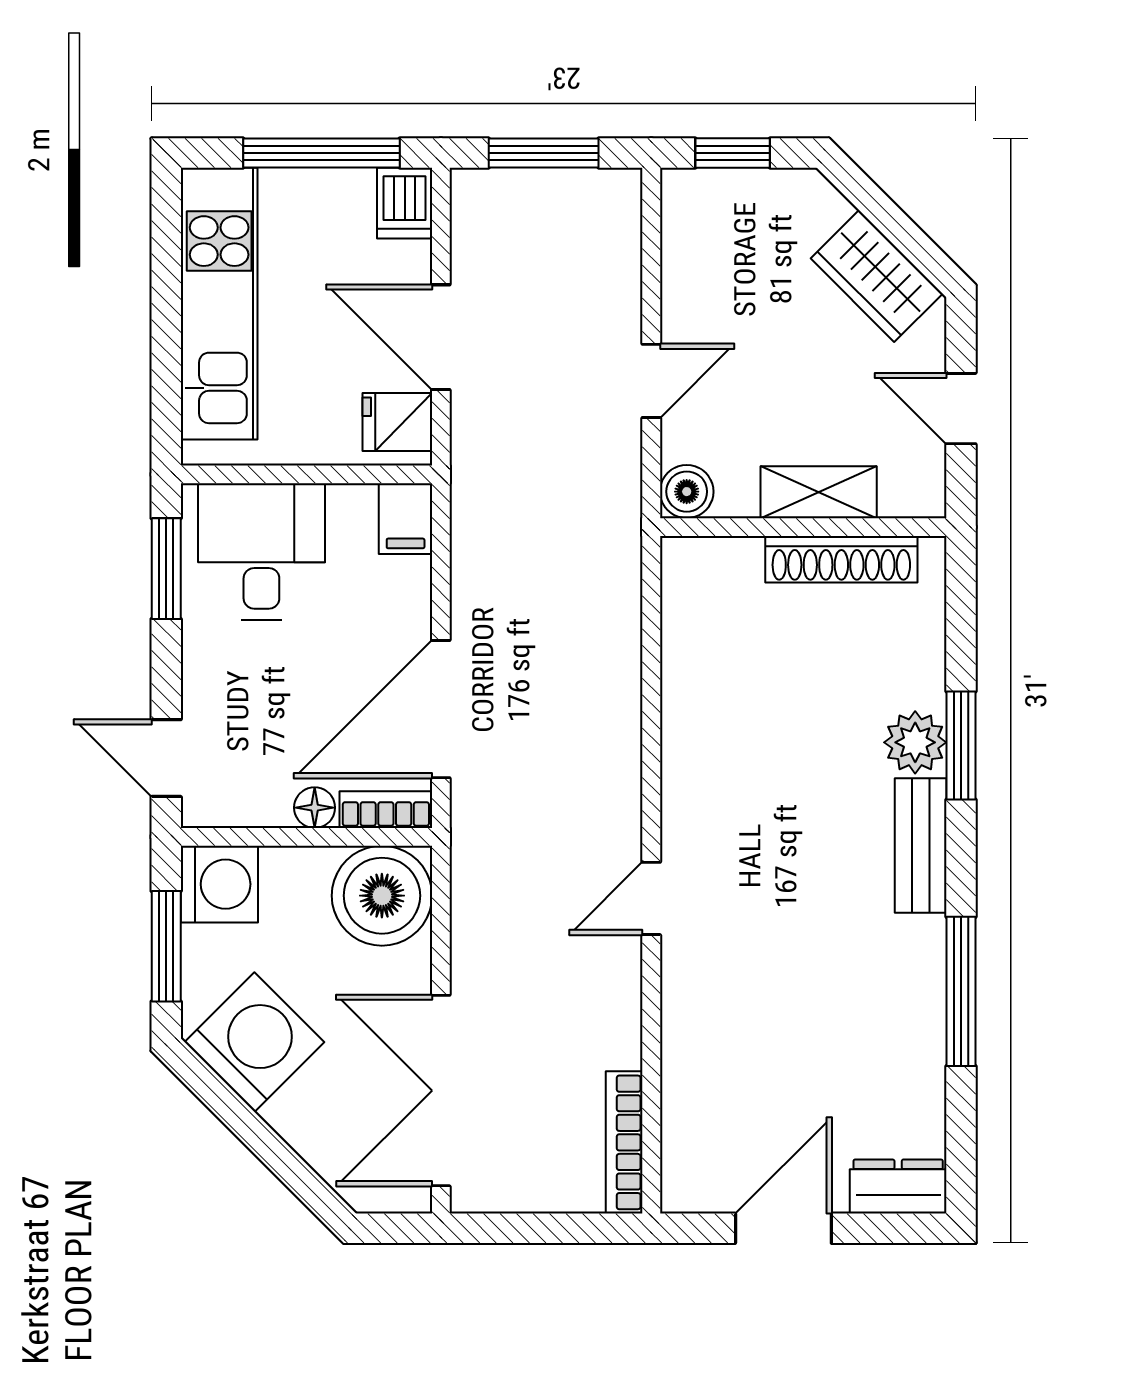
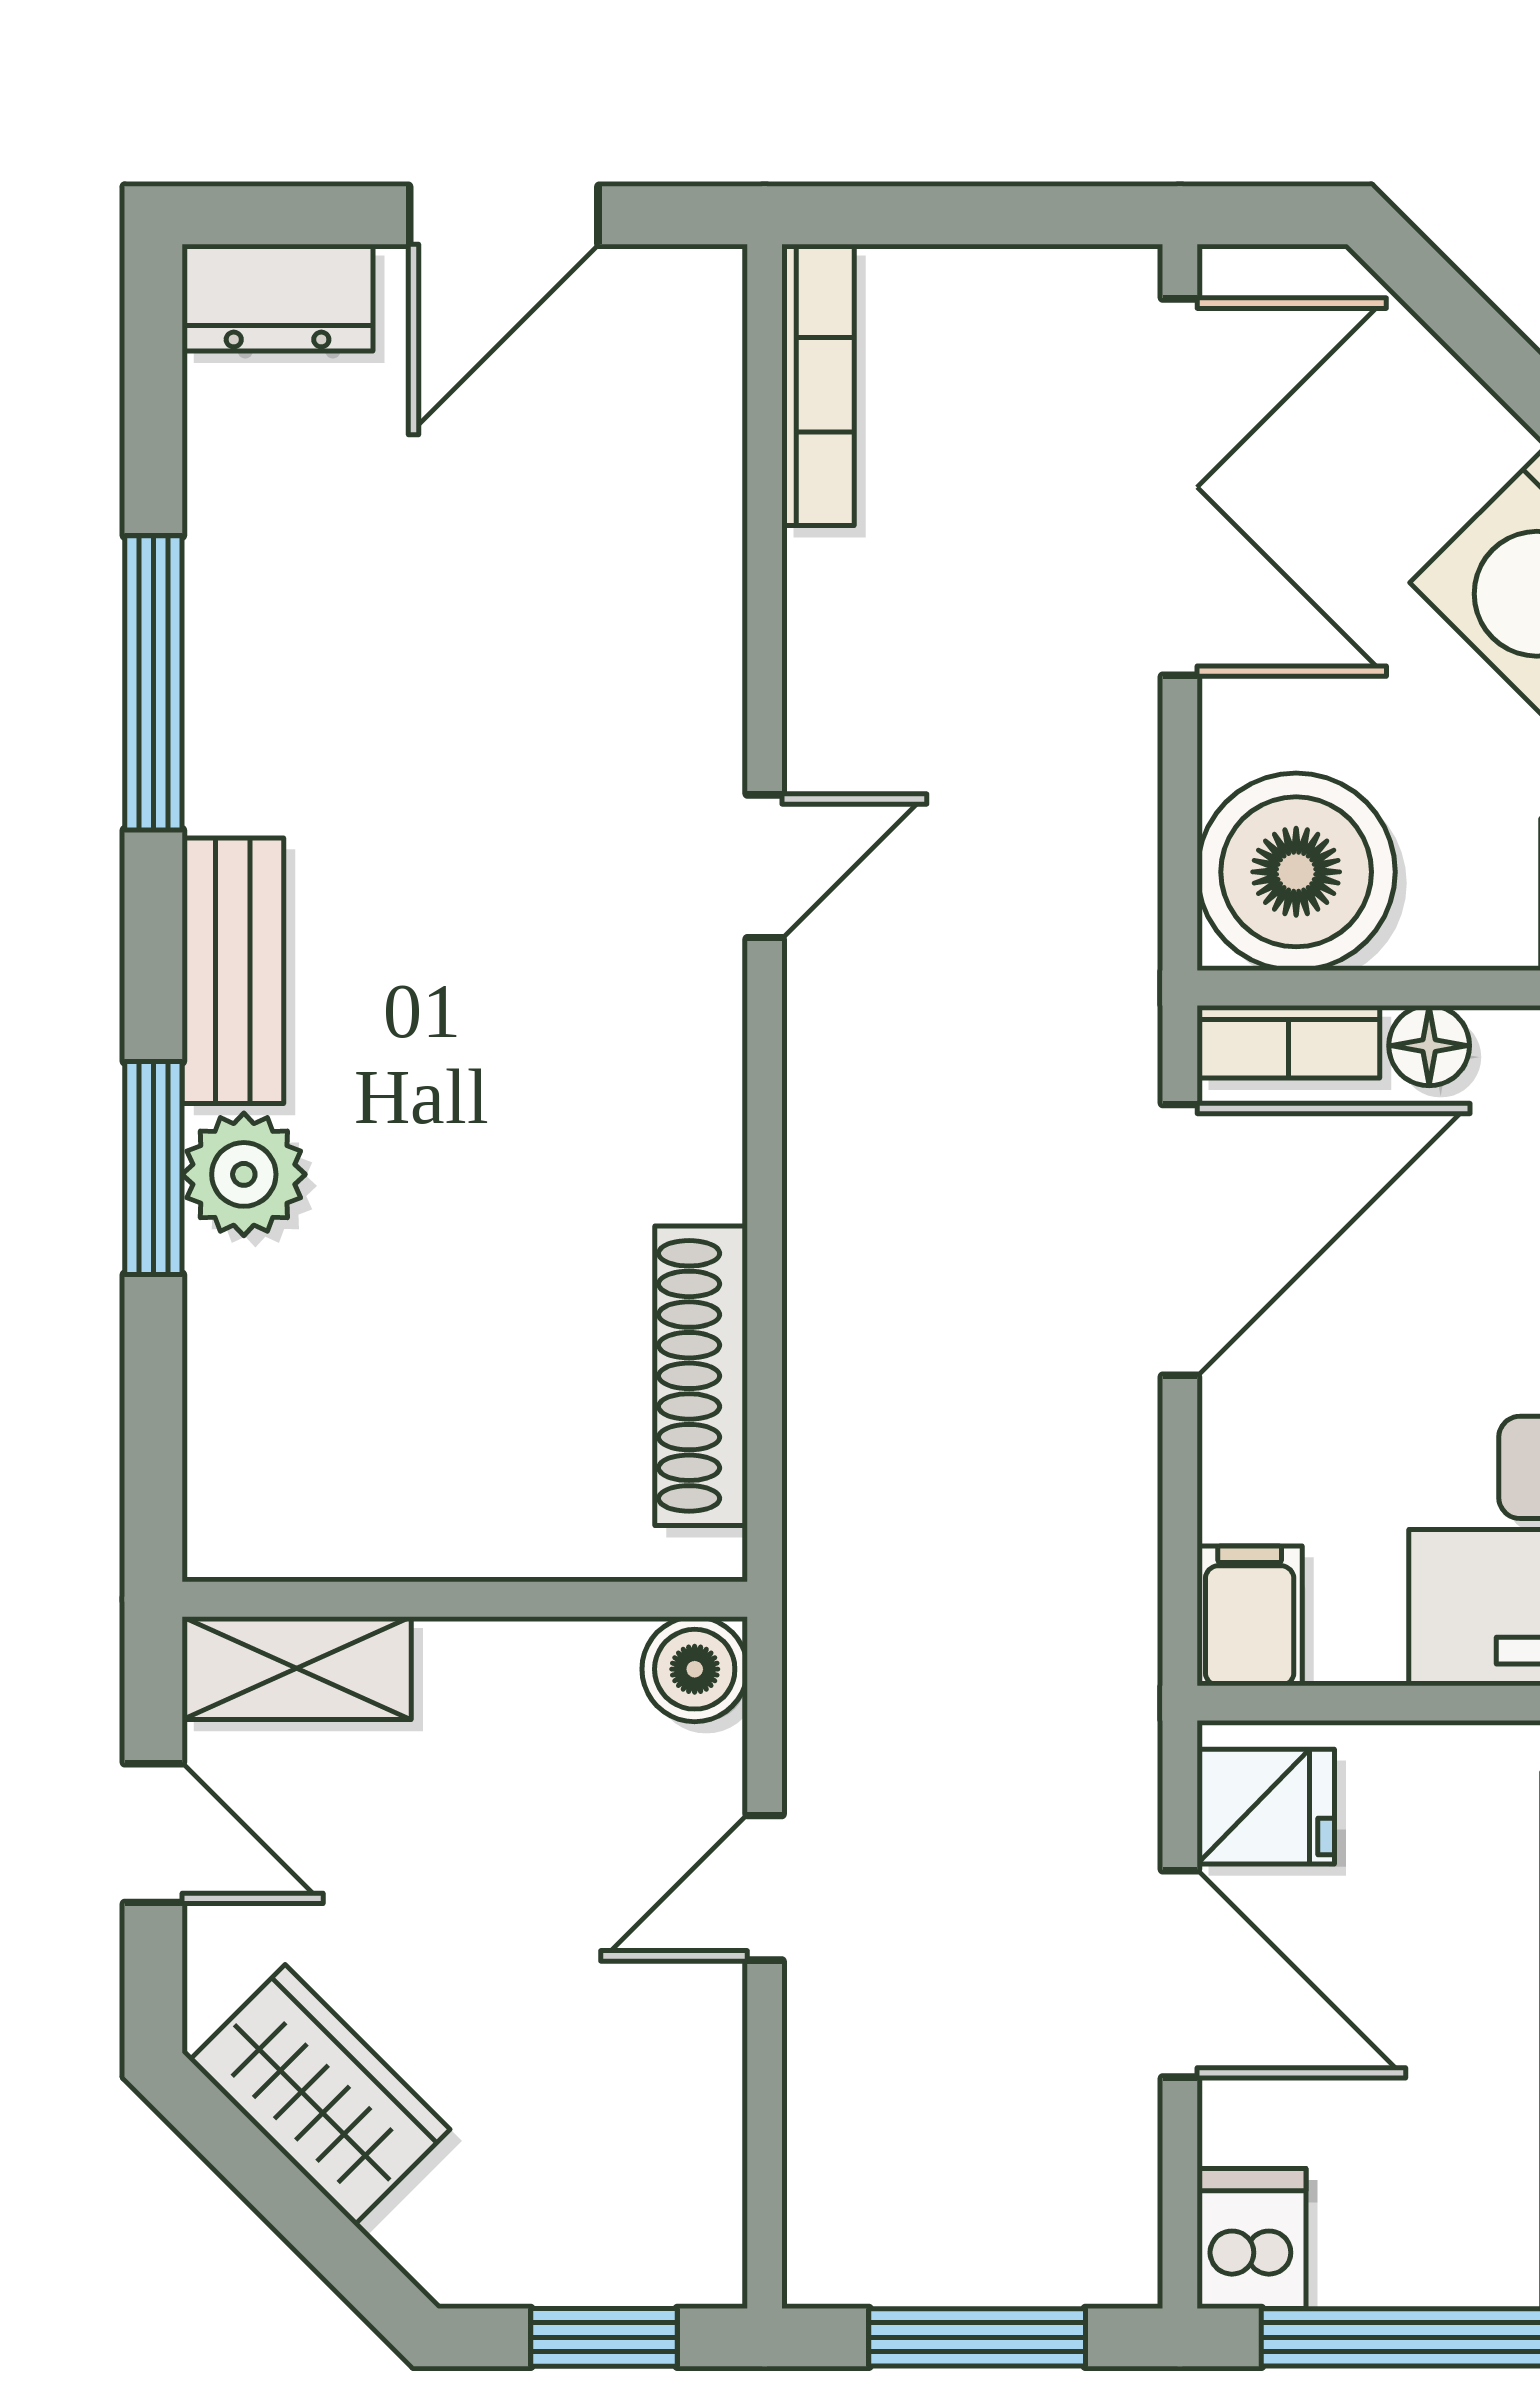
shelving: (819, 492) -> (297, 1668), moved
shoe rack: (841, 559) -> (701, 1376), moved, turned -90

